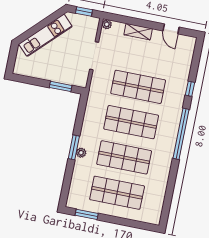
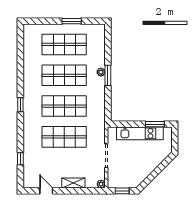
kitchen unit: (45, 35) -> (140, 133), moved, turned -135
window: (61, 86) -> (155, 124), moved
window: (190, 89) -> (20, 159), moved
window: (181, 134) -> (20, 105), width x0.32
window: (87, 214) -> (72, 21), moved

